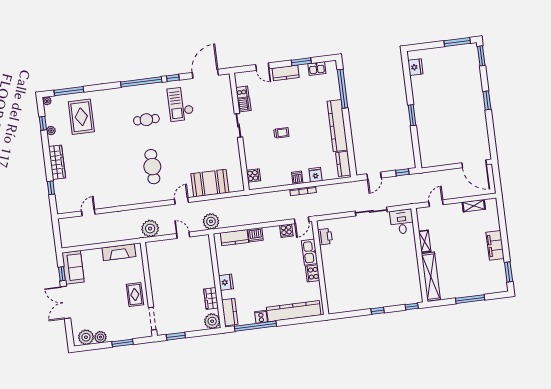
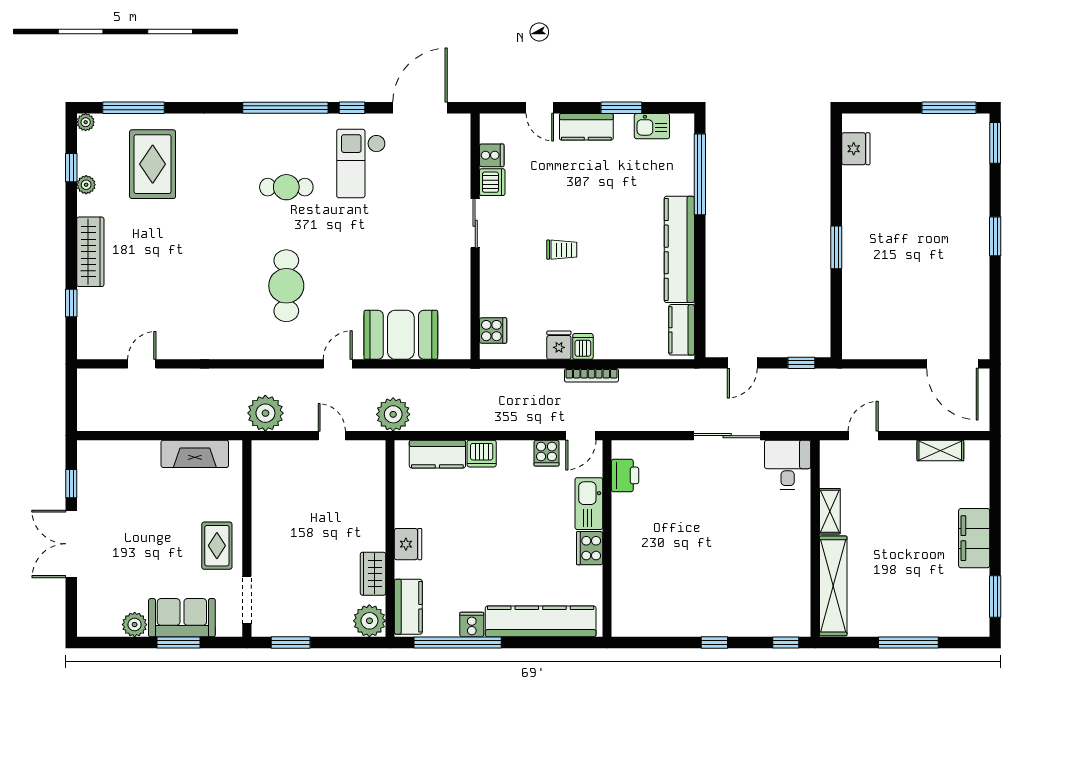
fridge: (315, 175) -> (559, 345), moved
sofa: (73, 267) -> (182, 618), moved, turned -90
plant: (86, 337) -> (105, 621), removed

